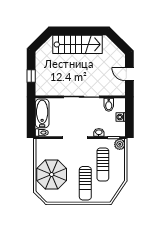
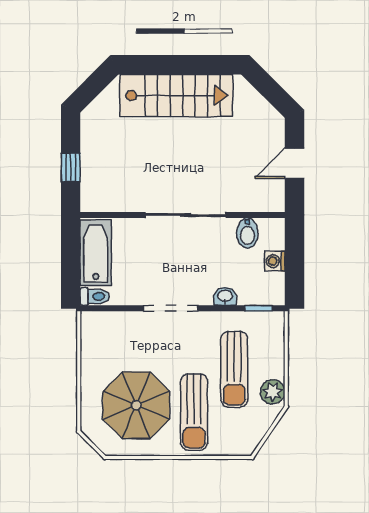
door: (129, 74) -> (294, 163), hinge flipped
plant: (120, 144) -> (273, 392), moved
parasol: (52, 175) -> (136, 405), moved

